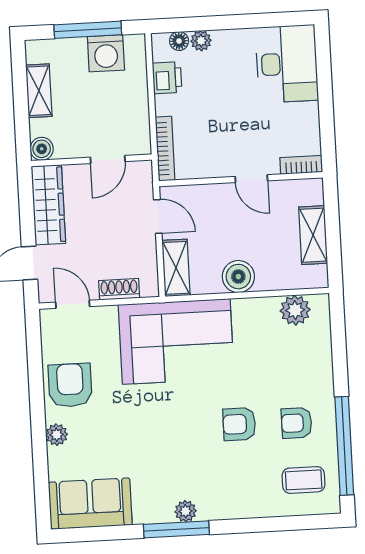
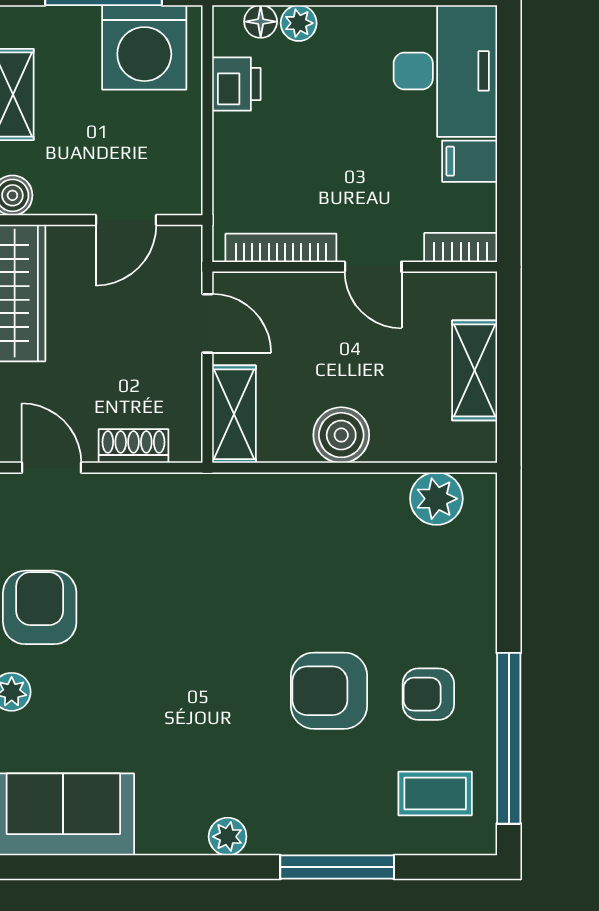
washing machine: (106, 53) -> (144, 47), width x1.37, depth x1.37
filing cabinet: (304, 115) -> (470, 161), added
bookcase: (165, 149) -> (281, 248), moved, turned -90
corner sofa: (176, 341) -> (228, 542), removed
armchair: (239, 424) -> (329, 691), width x1.38, depth x1.38
window: (176, 529) -> (337, 867), moved

